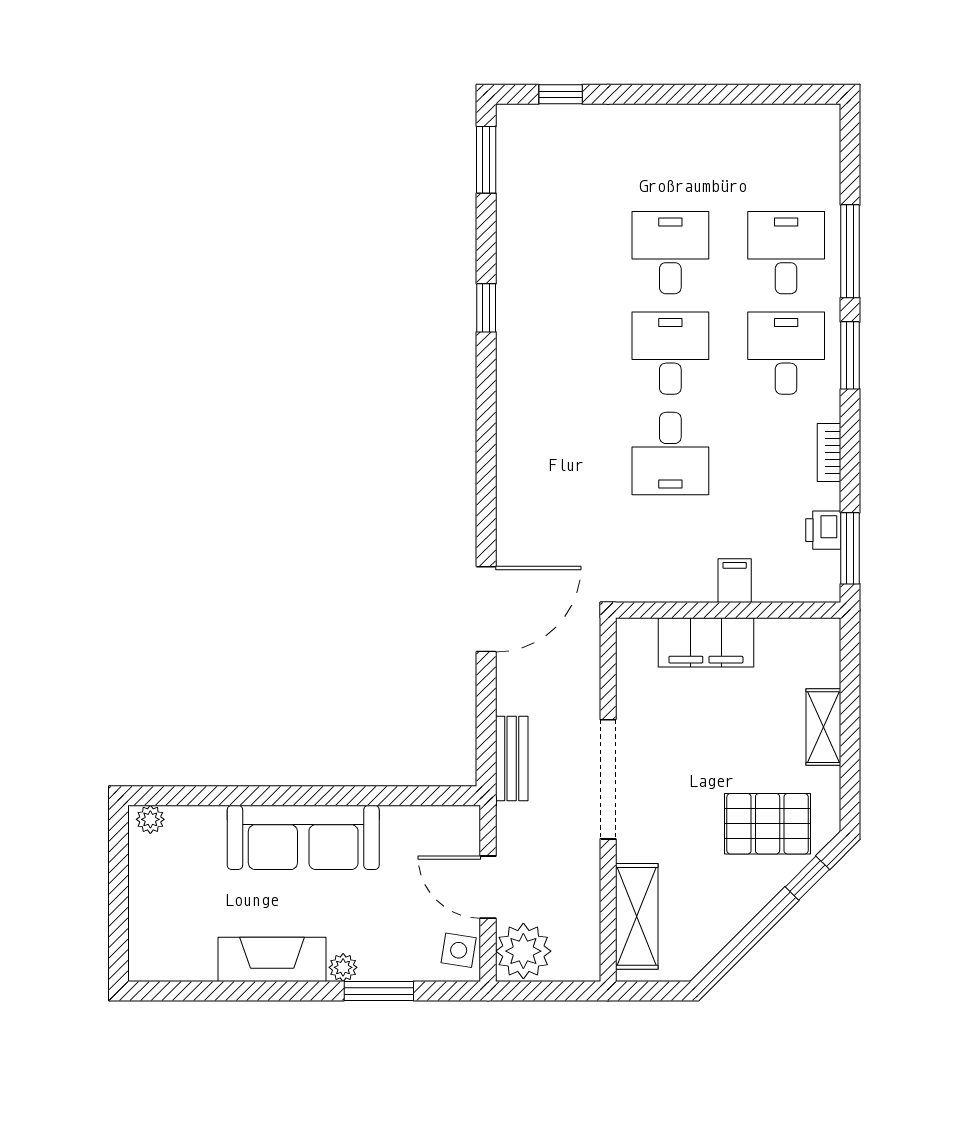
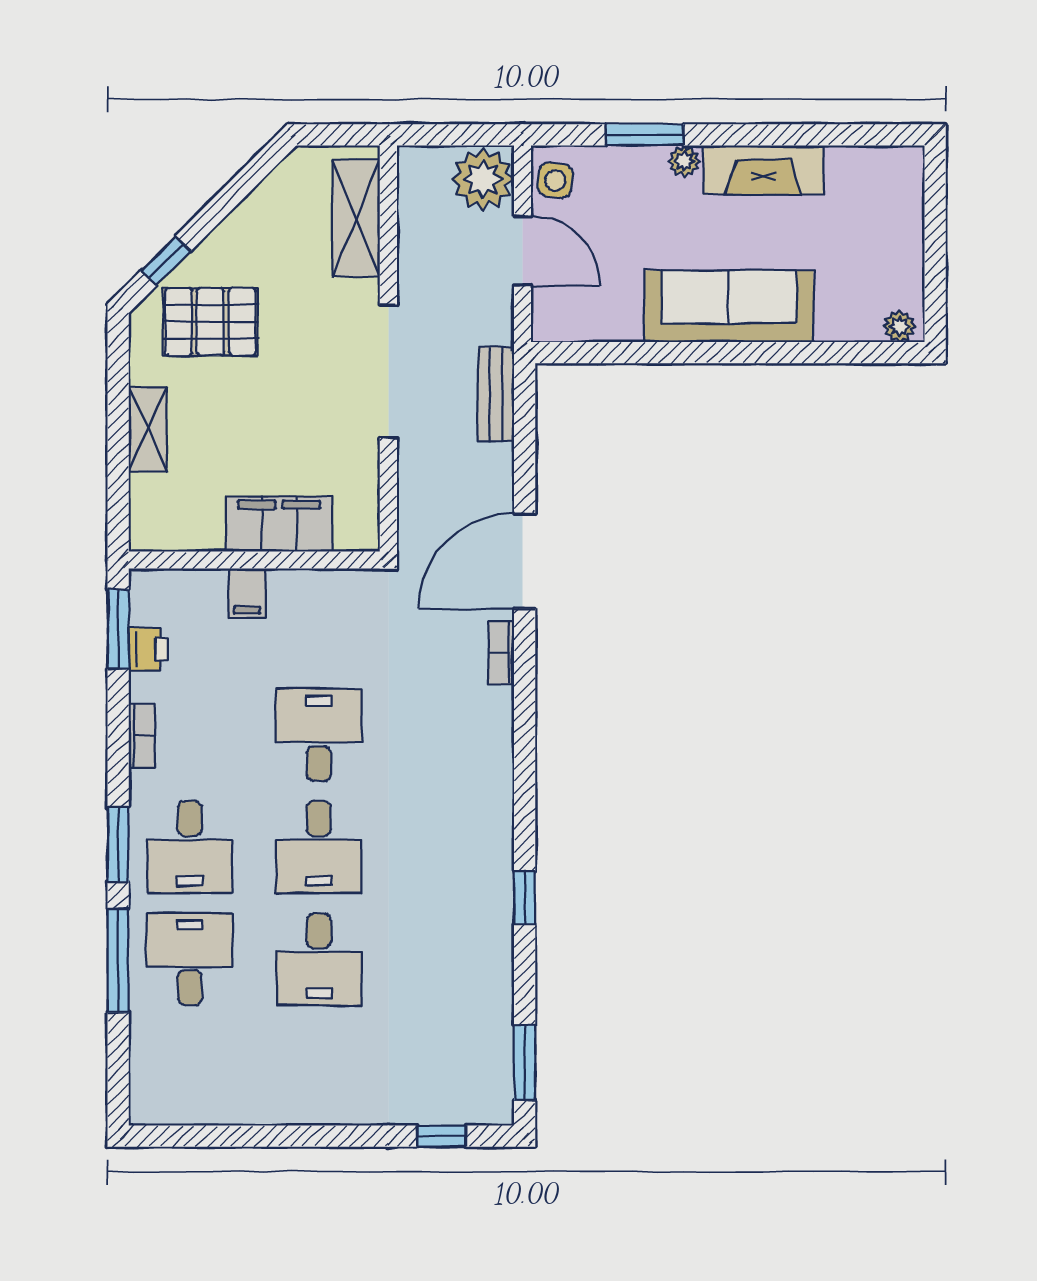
desk: (786, 253) -> (190, 959), turned 180
bookcase: (507, 527) -> (501, 652), added

